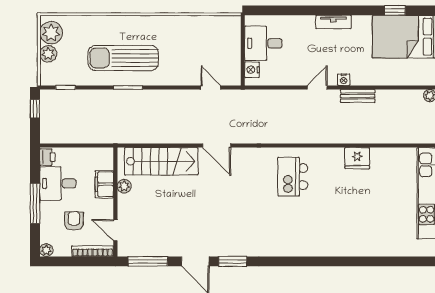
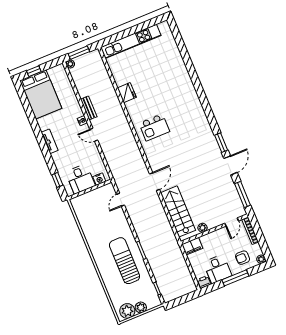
window: (395, 10) -> (57, 180), moved
sun lounger: (123, 58) -> (125, 261), turned 180
window: (35, 109) -> (178, 302), removed
filing cabinet: (104, 184) -> (192, 246), moved
armchair: (74, 221) -> (243, 258), moved

